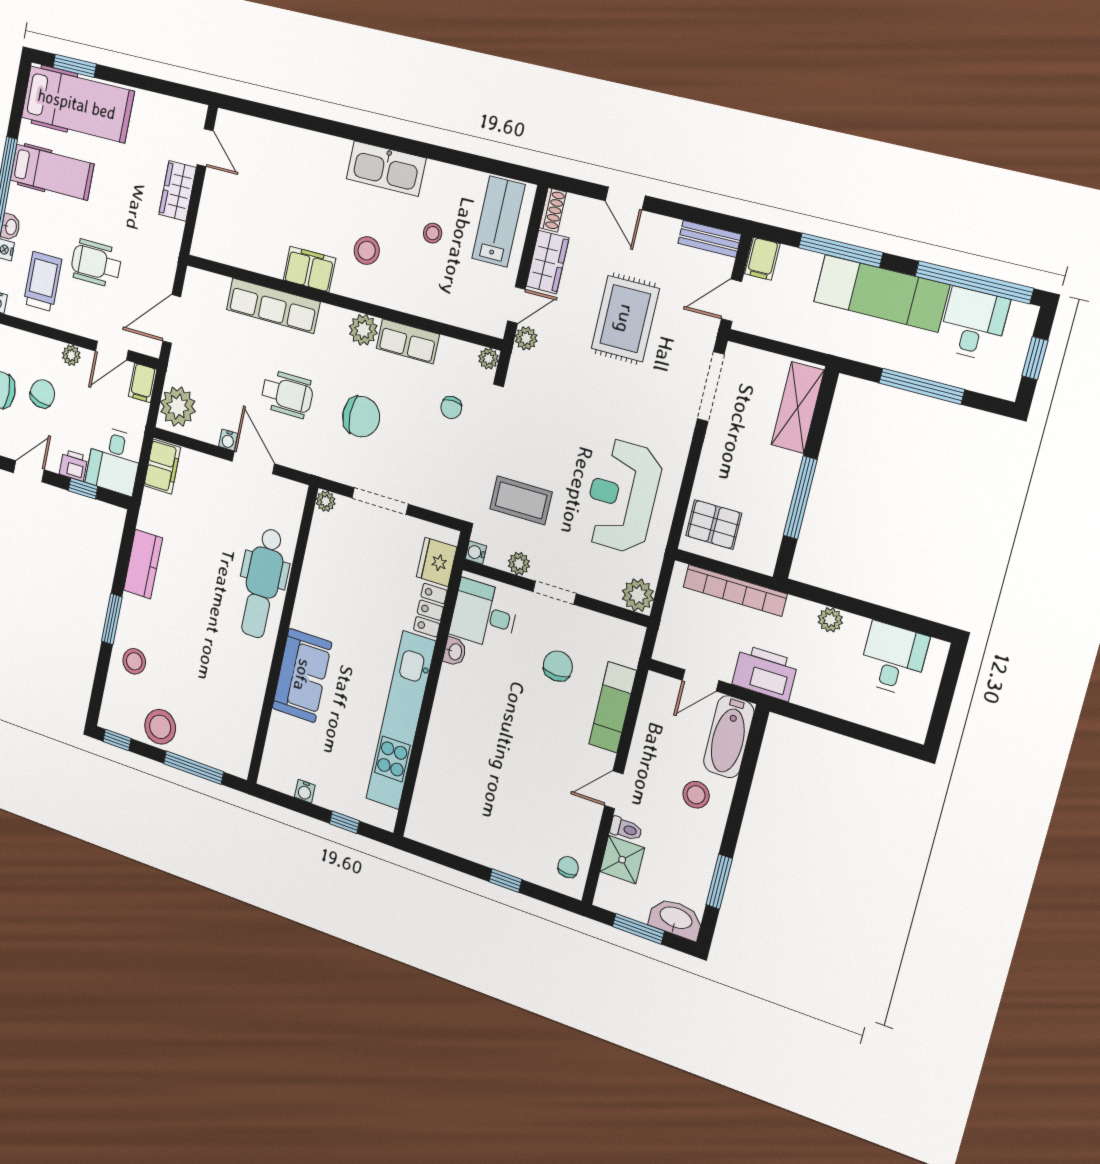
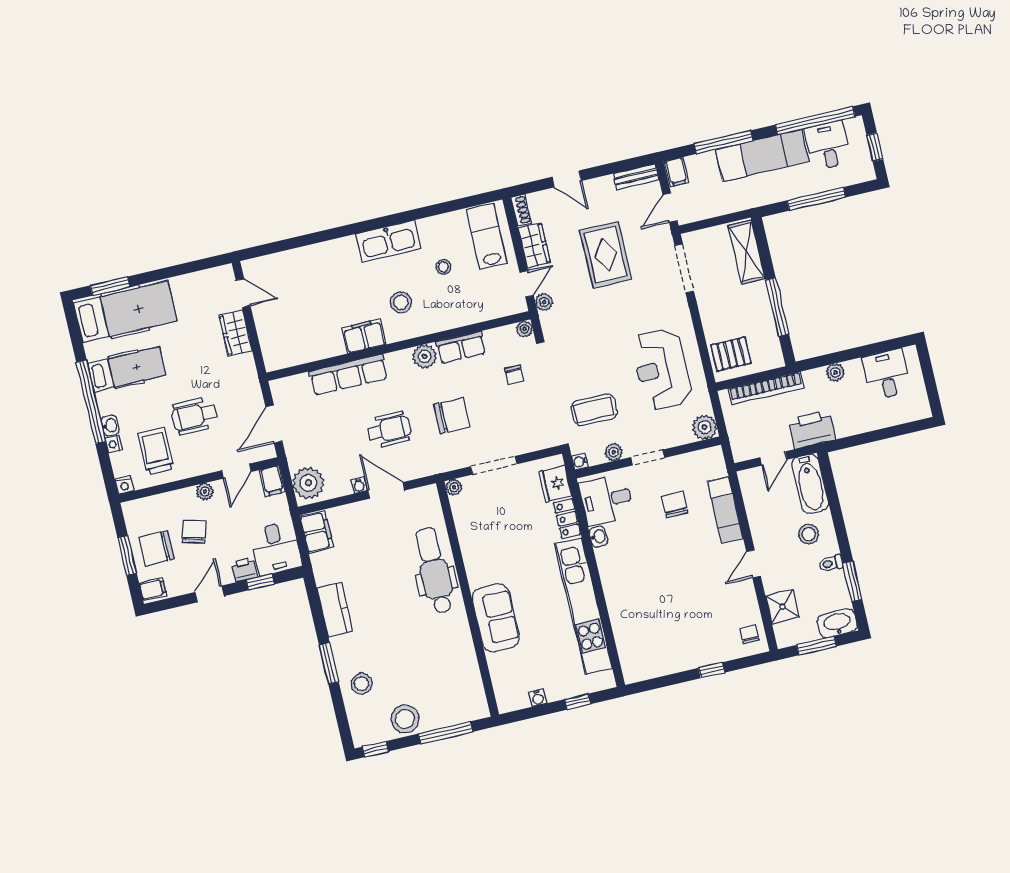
dental chair: (262, 583) -> (434, 571), turned 180
toilet: (626, 829) -> (831, 563), moved, turned 180

